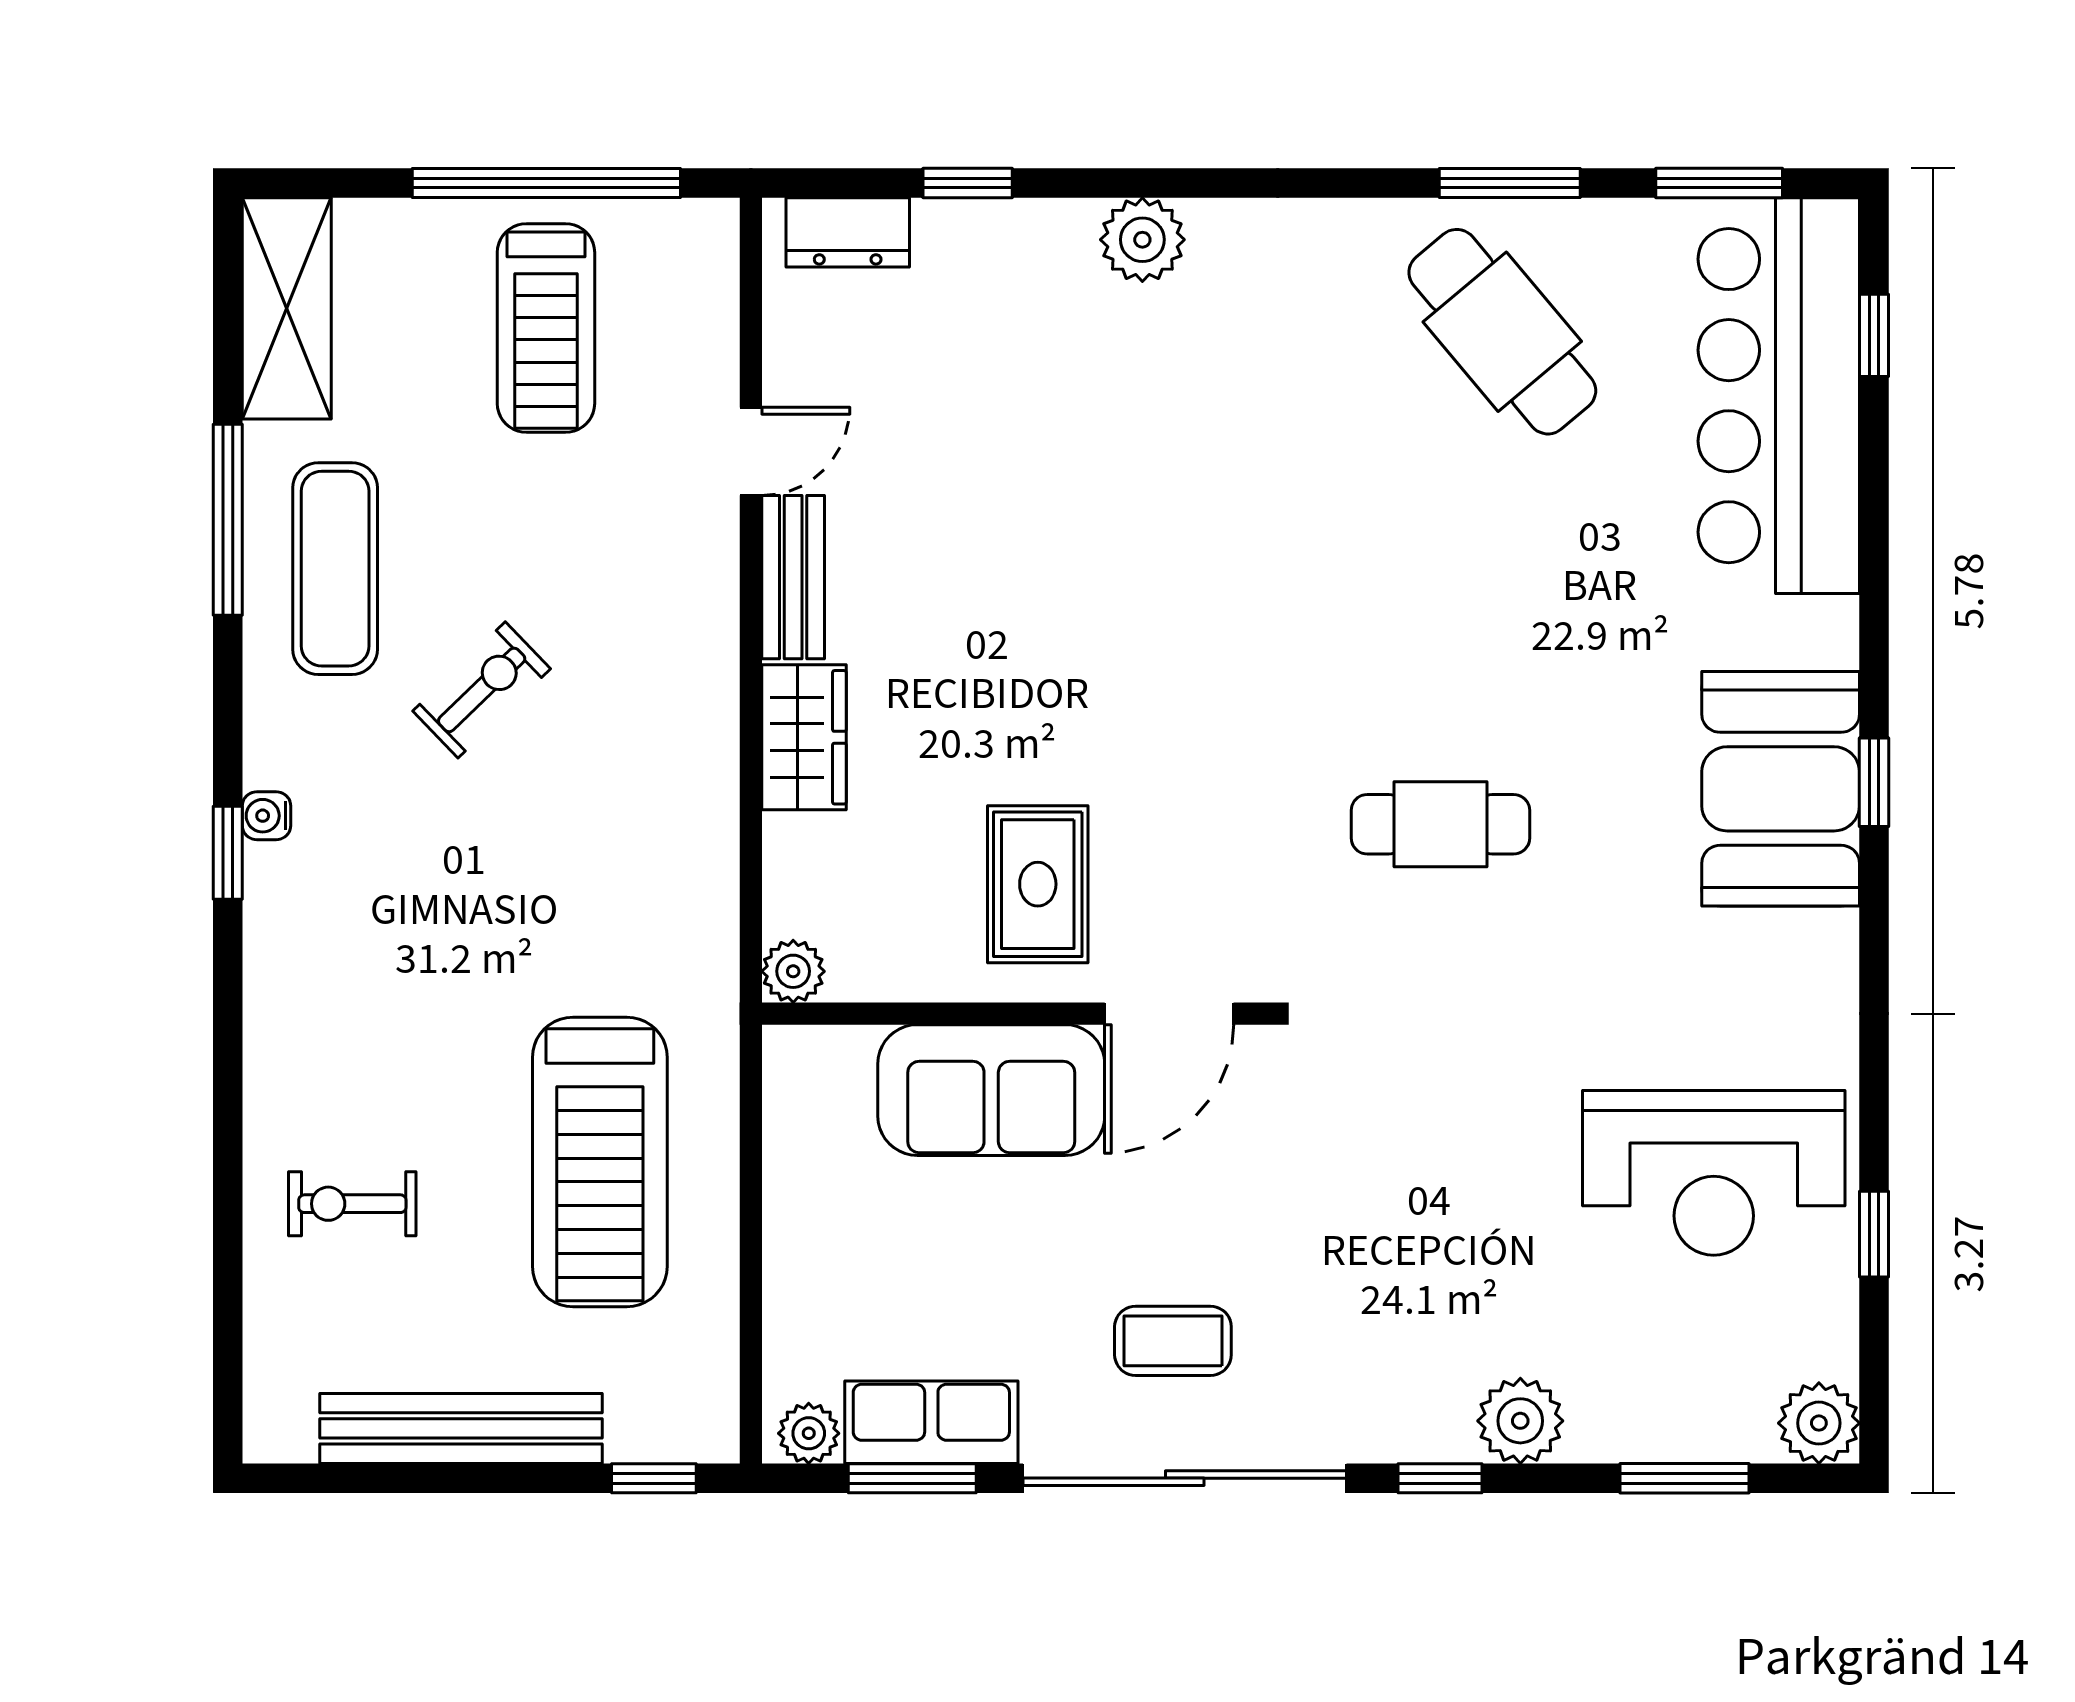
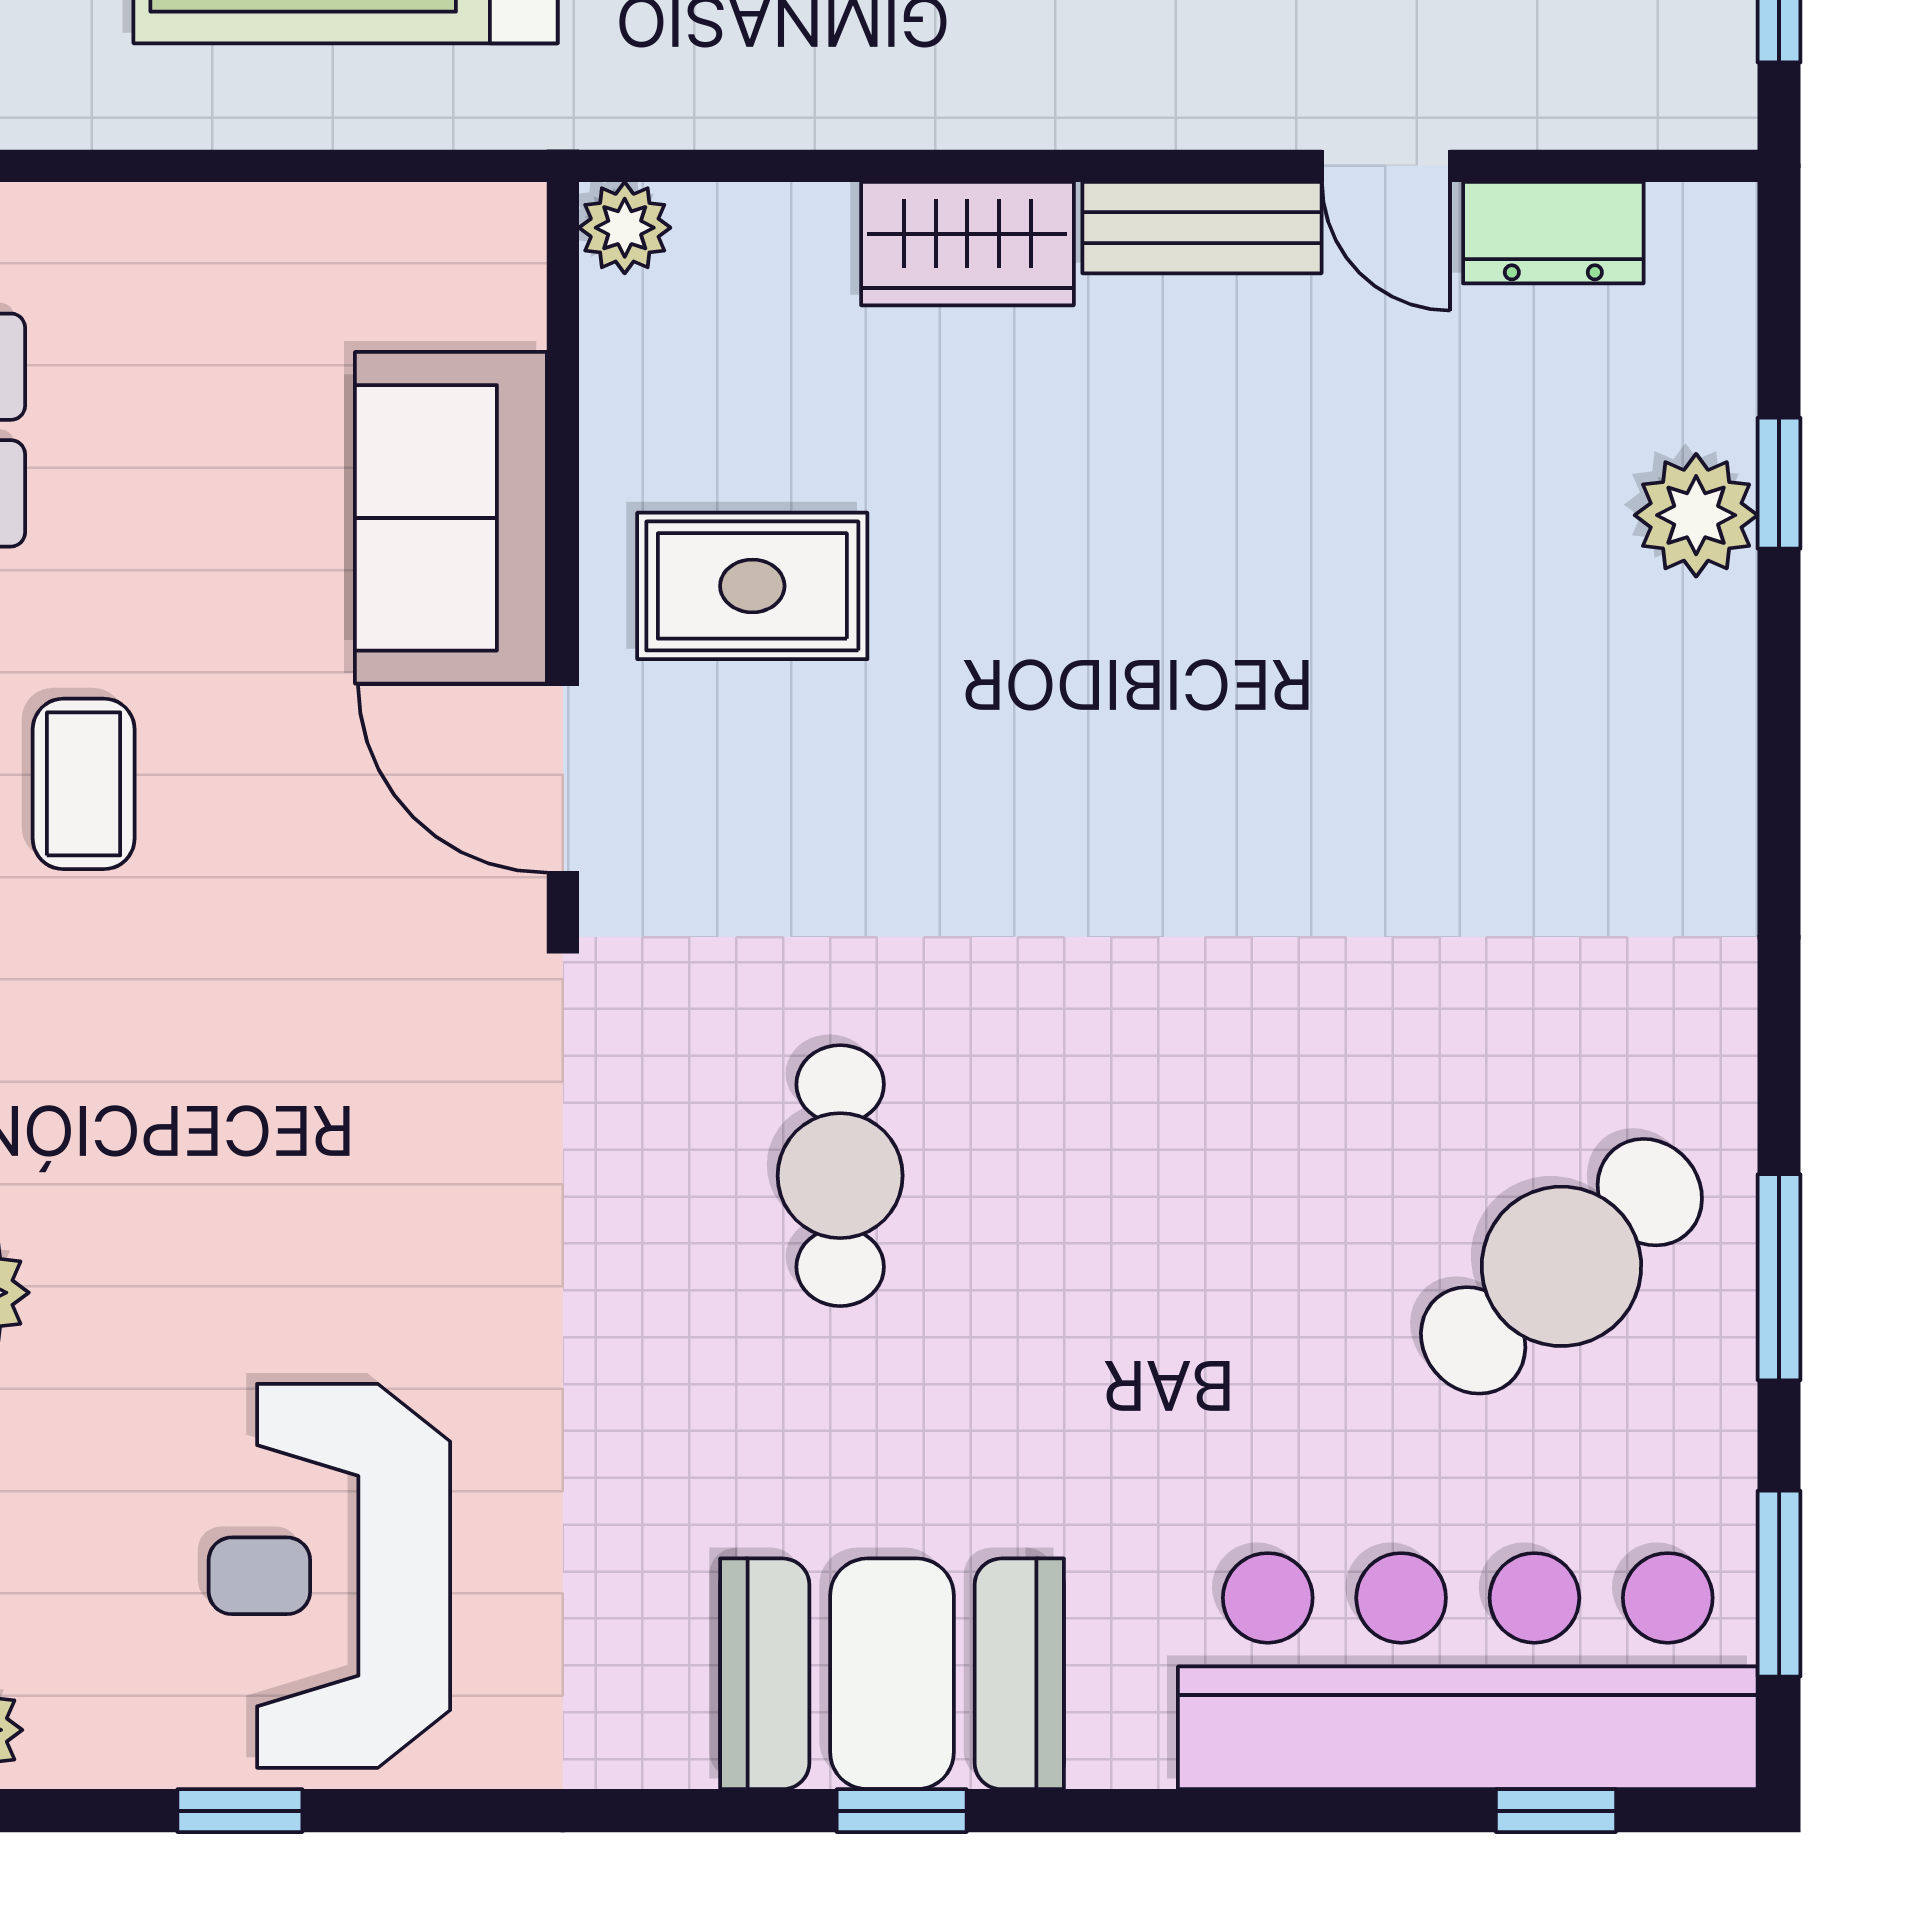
dresser: (848, 232) -> (1553, 233), moved, turned -90
plant: (1142, 240) -> (1696, 515), moved

